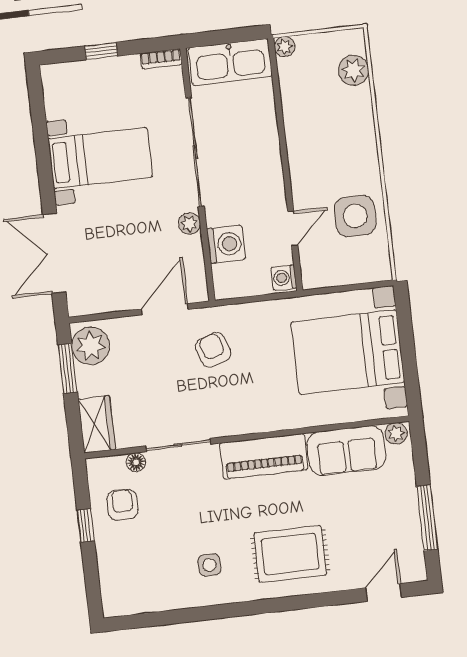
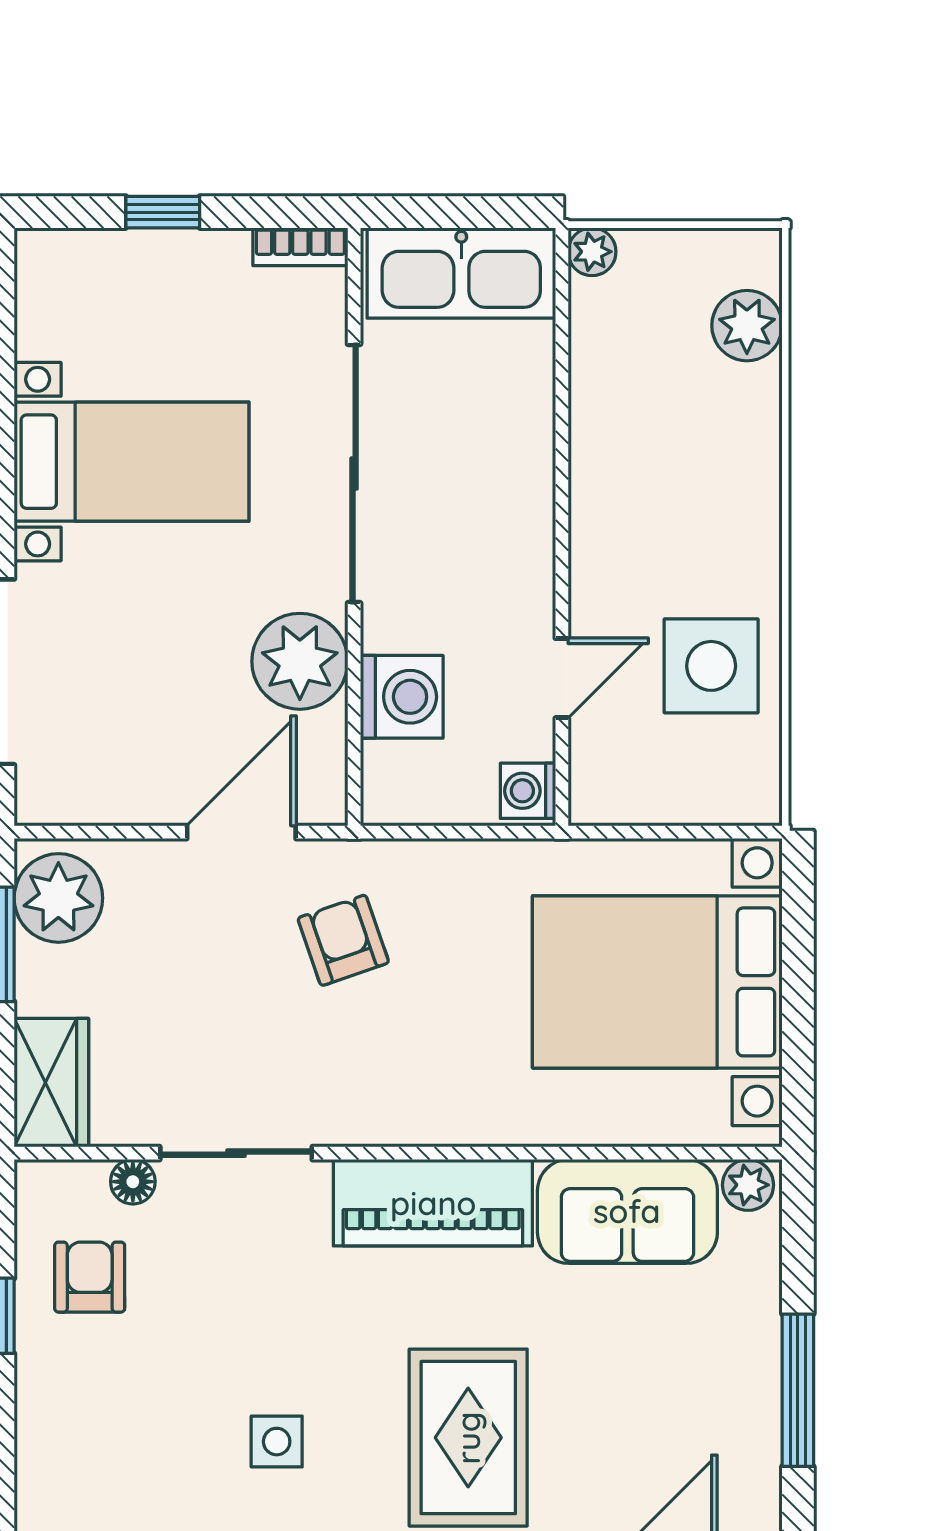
plant: (189, 224) -> (300, 661), width x1.88, depth x1.88
rug: (290, 554) -> (468, 1438), turned 90

